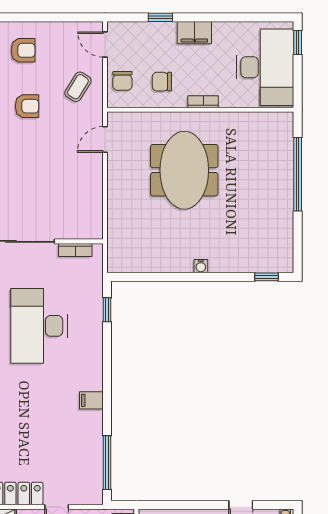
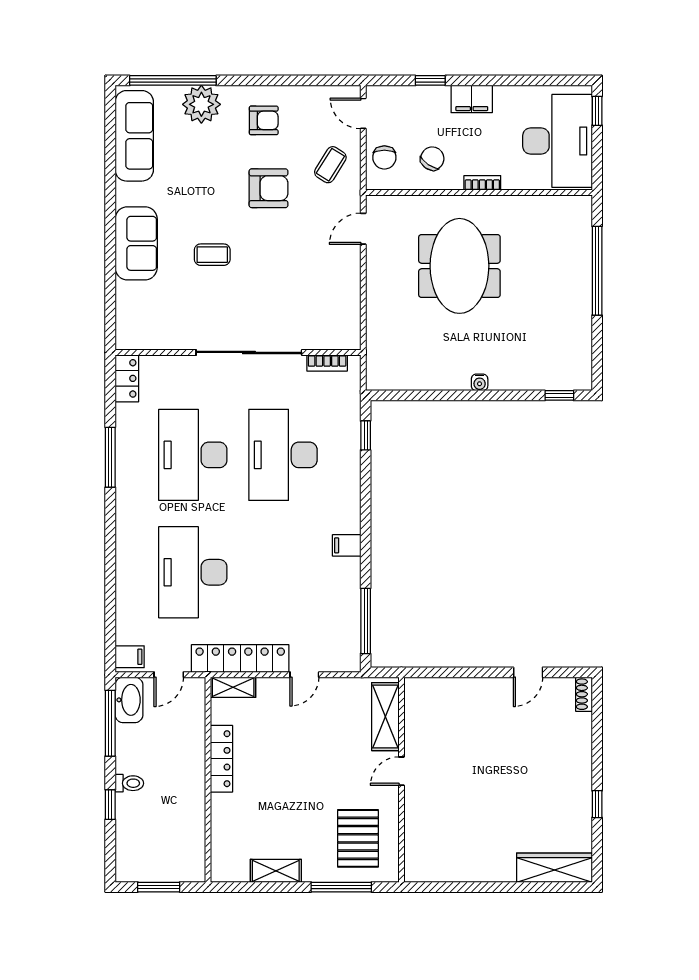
chair: (162, 82) -> (432, 159), turned 124
armchair: (27, 106) -> (269, 188), width x1.38, depth x1.38

